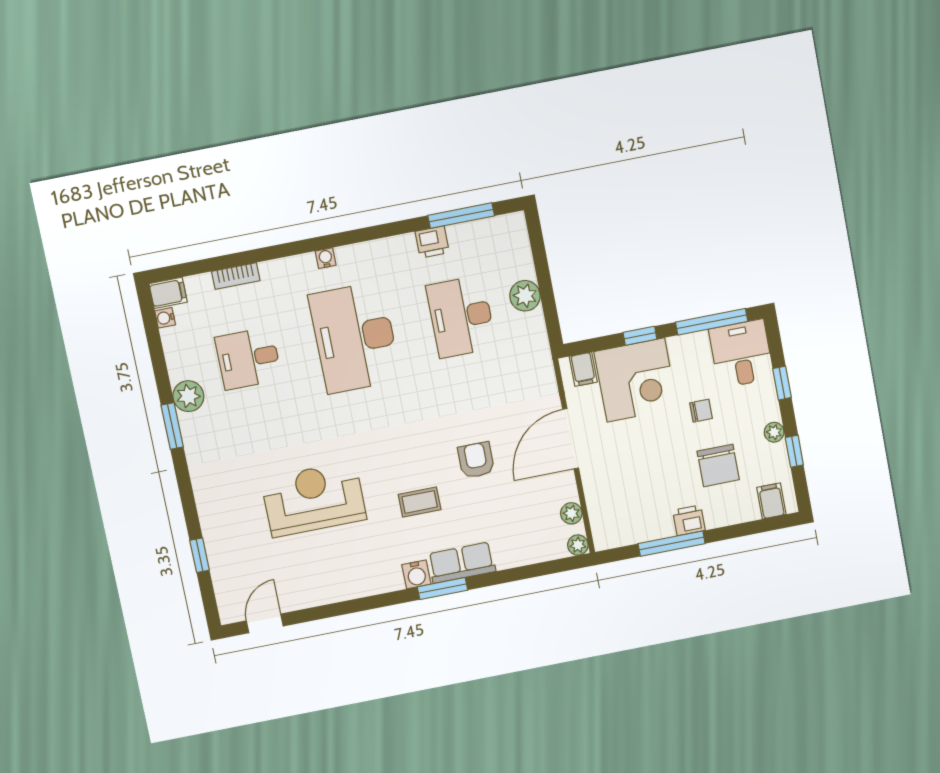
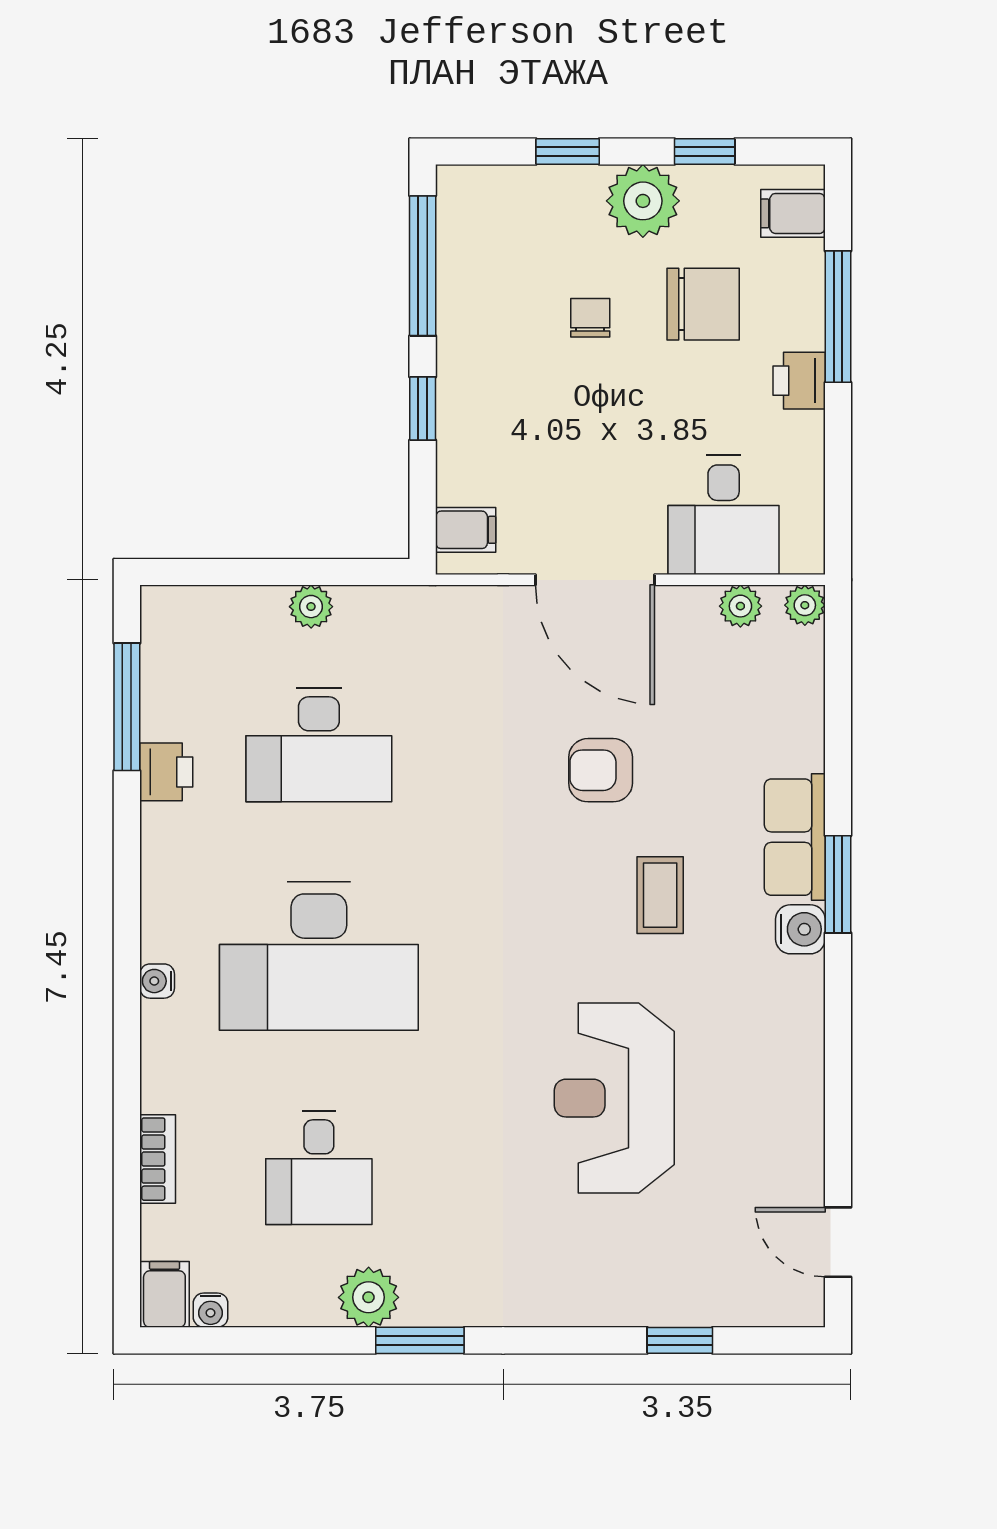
plant: (525, 296) -> (311, 607), width x0.73, depth x0.73
desk: (741, 354) -> (724, 515), moved, turned -90
corner desk: (636, 380) -> (506, 433), removed
plant: (774, 432) -> (643, 201), width x1.87, depth x1.87
window: (671, 544) -> (838, 317), moved

